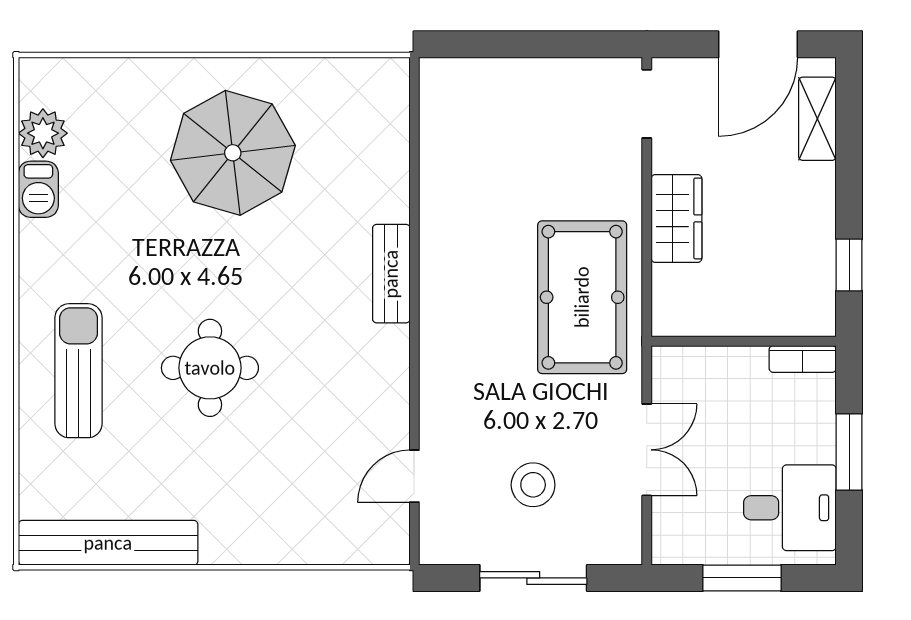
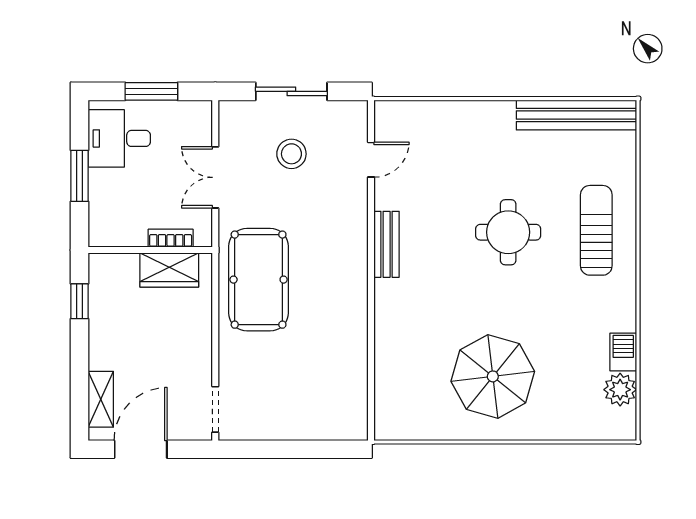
wardrobe: (677, 218) -> (169, 270), moved, turned -90
bench: (391, 274) -> (387, 244), moved
bookcase: (803, 359) -> (171, 238), moved
sun lounger: (79, 371) -> (596, 230), turned 180

